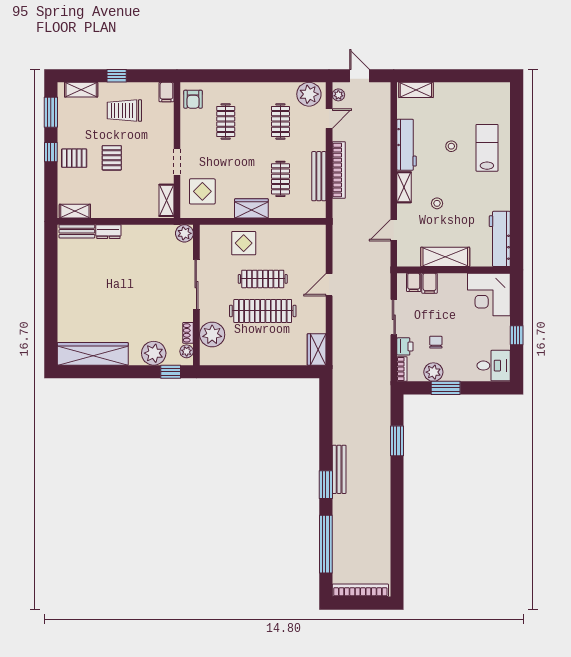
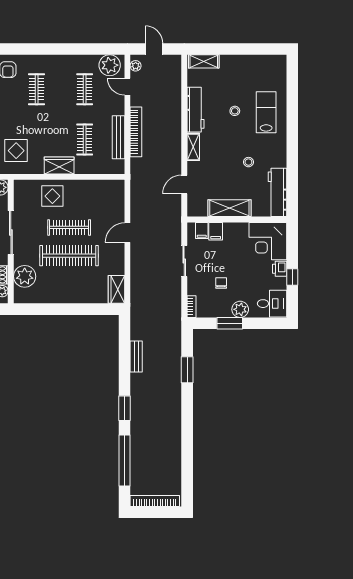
door: (329, 119) -> (127, 87), swing flipped
stool: (437, 203) -> (248, 162), moved
printer: (405, 346) -> (280, 269), moved, turned 180
plant: (433, 372) -> (240, 309), moved
bench: (339, 469) -> (136, 357), moved, width x0.73

